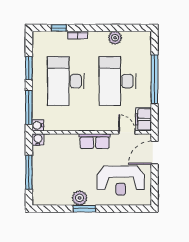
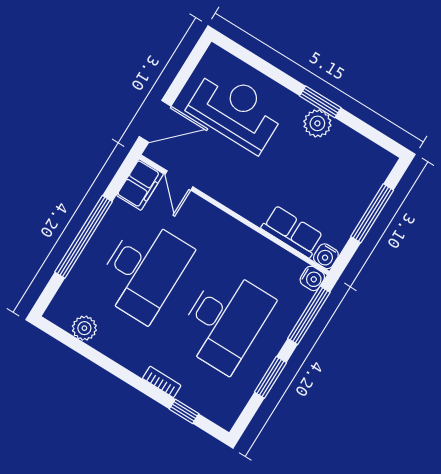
plant: (115, 38) -> (84, 328), moved
row of seats: (95, 141) -> (292, 232), moved

